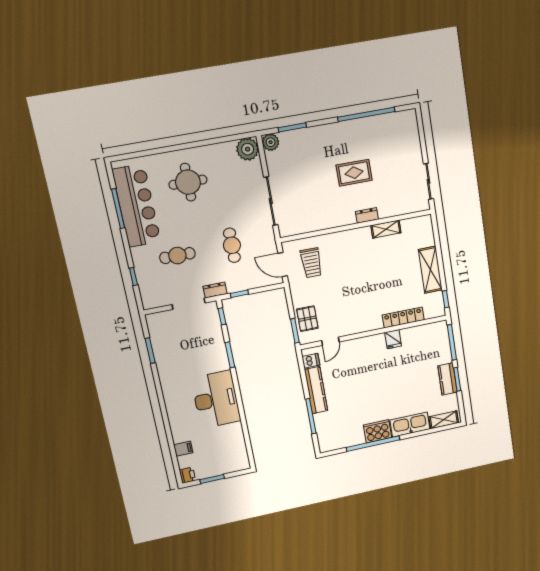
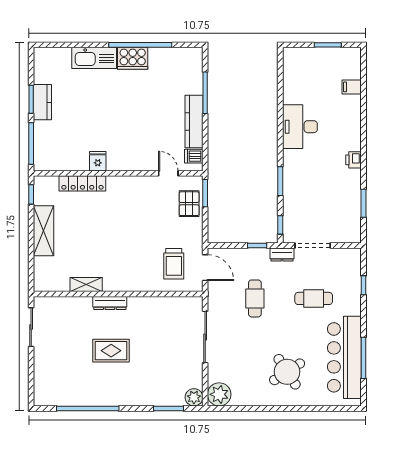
round table: (188, 182) -> (287, 372), turned -33
dresser: (367, 215) -> (110, 303), width x1.44
trolley: (311, 263) -> (174, 264), turned 180
door: (330, 341) -> (168, 173), hinge flipped
desk: (216, 399) -> (300, 127), width x0.73, depth x0.77
shelving: (444, 420) -> (54, 55), removed
printer: (187, 475) -> (353, 160), moved

